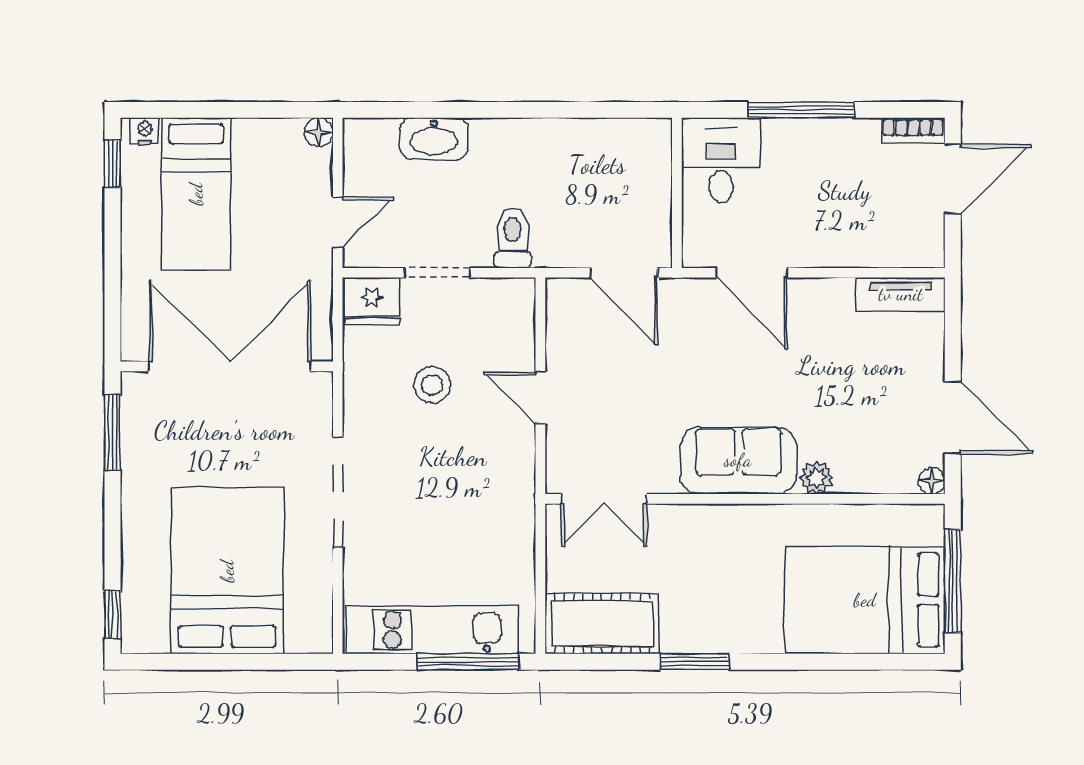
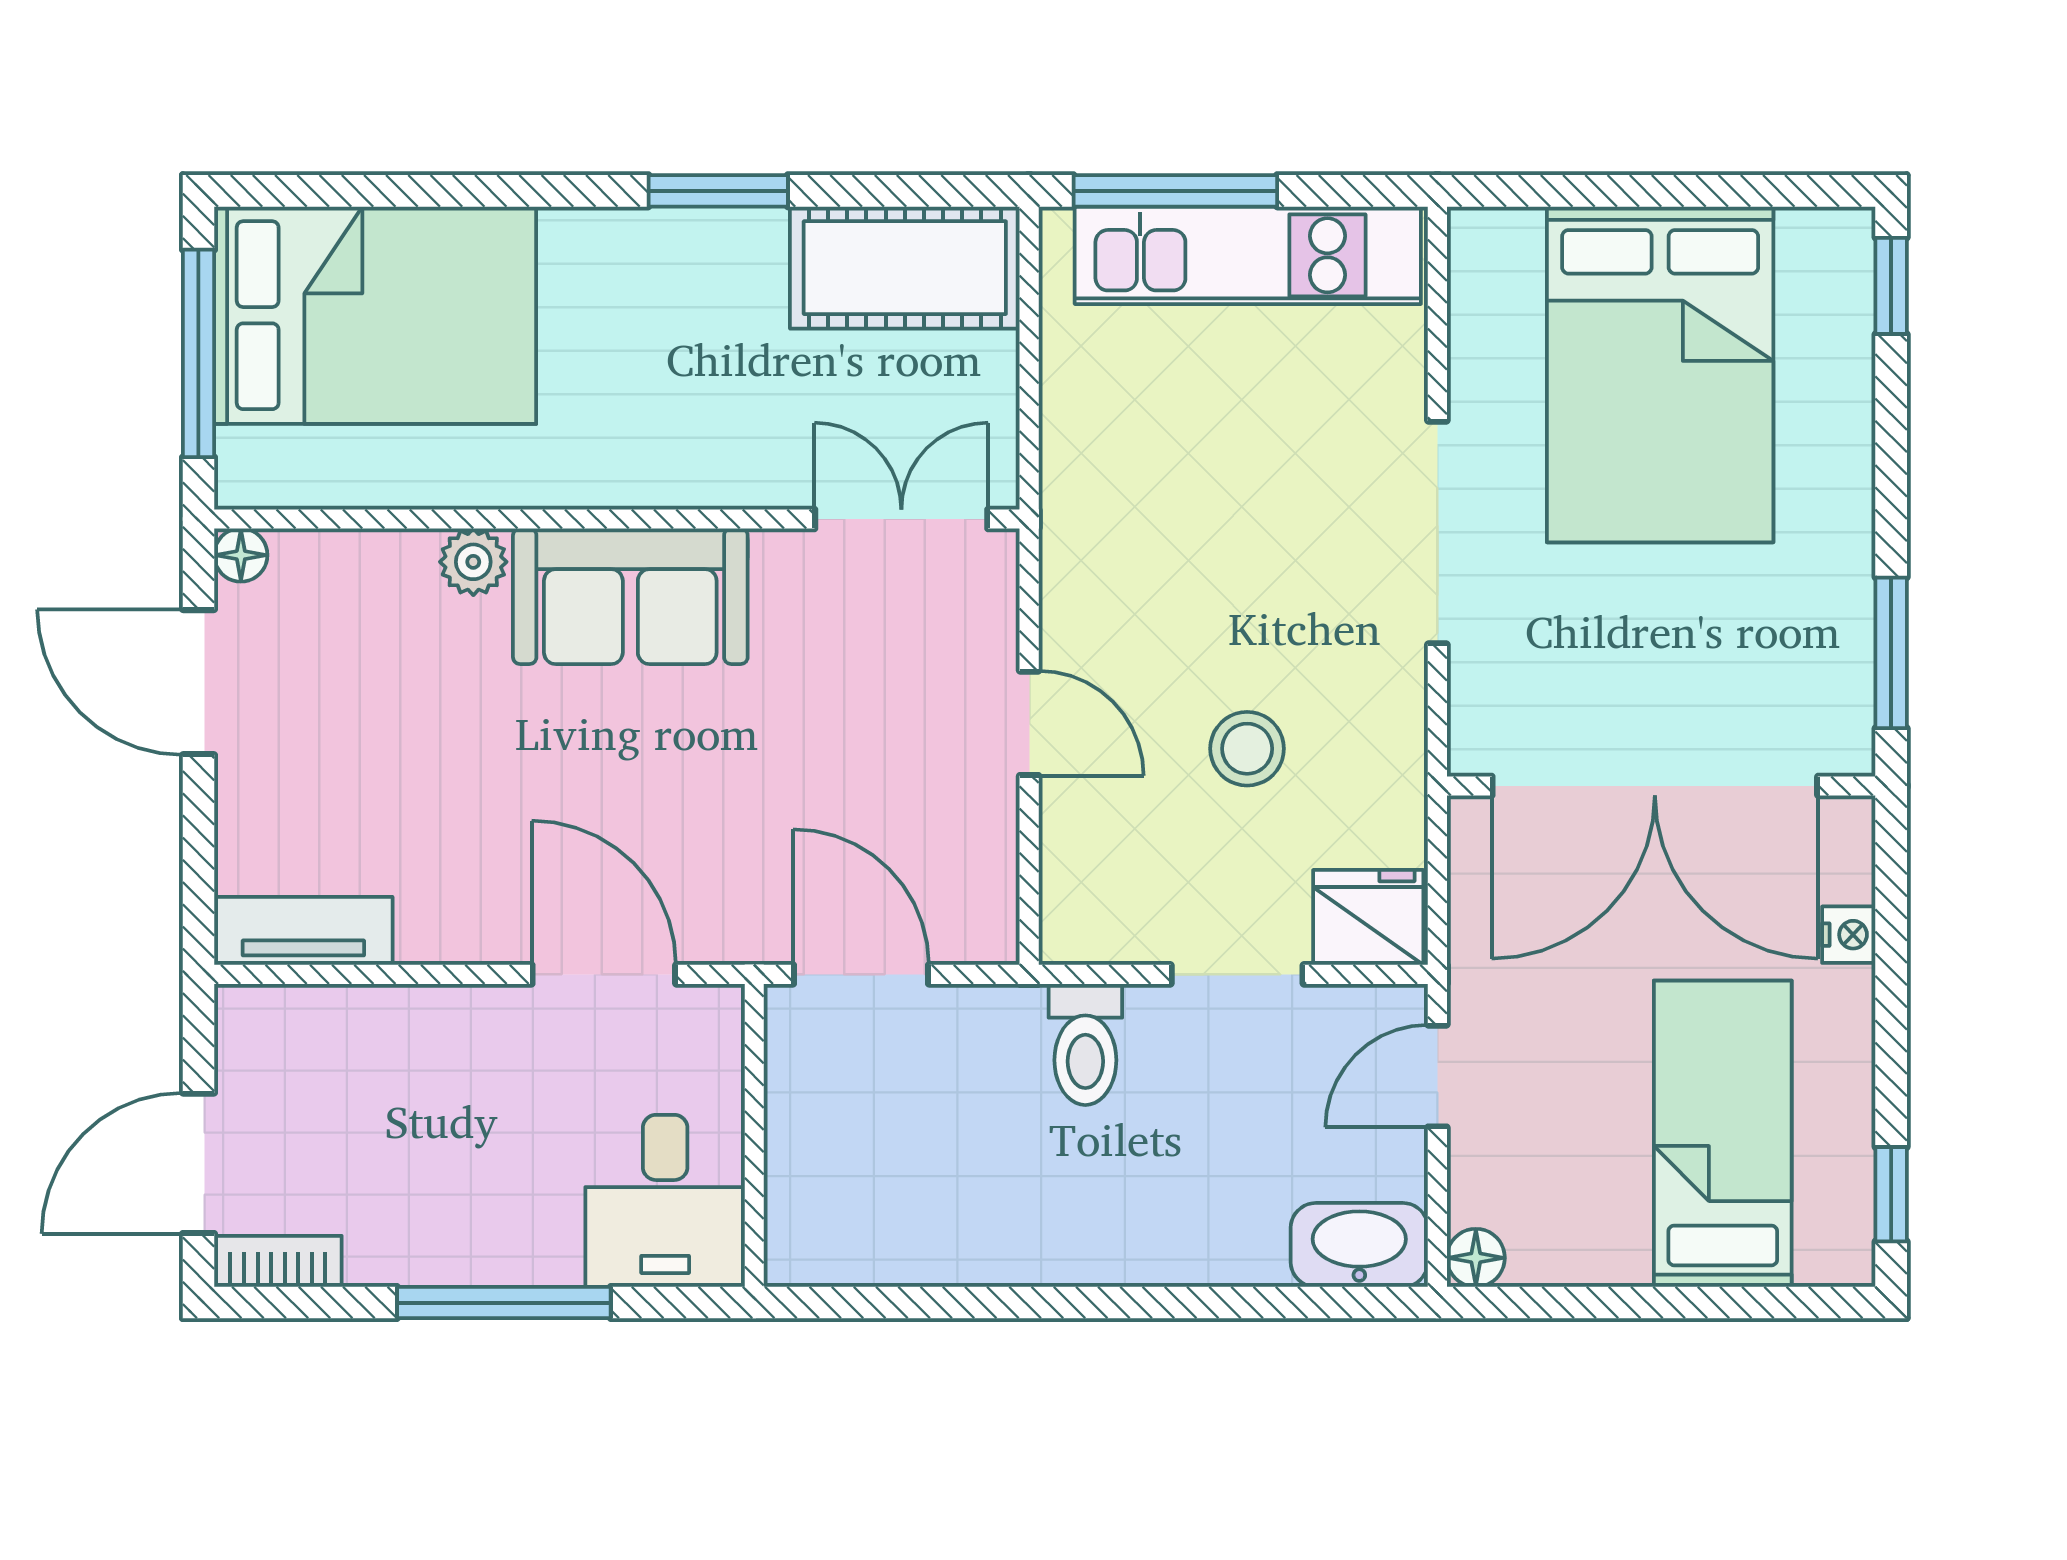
nightstand: (145, 131) -> (1849, 935), moved, turned -90
washbasin: (434, 138) -> (1359, 1245), moved

